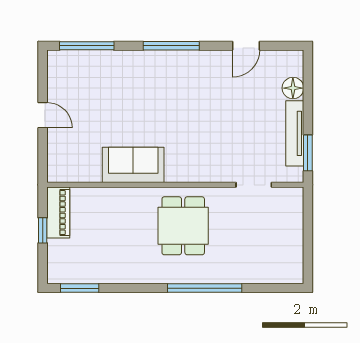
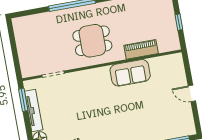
piano: (58, 213) -> (141, 49), moved, turned 90
dining table: (183, 226) -> (92, 41), turned 90

